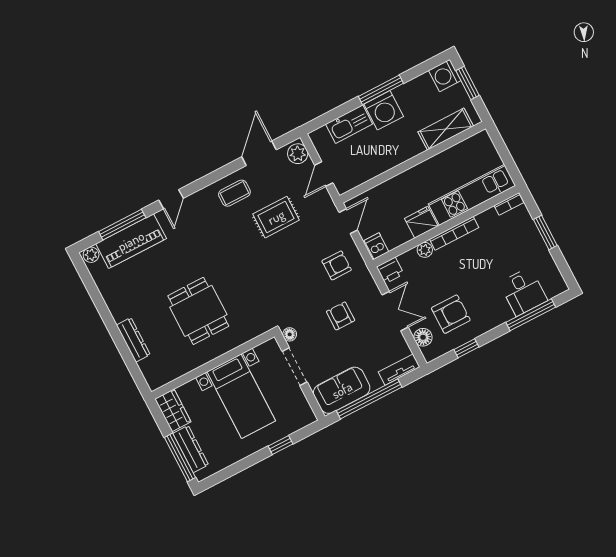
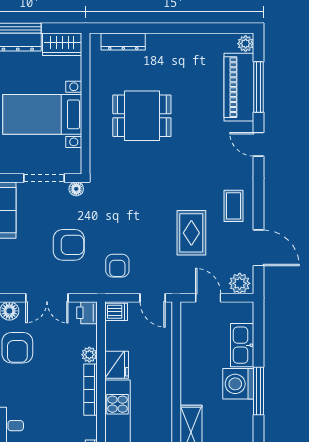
armchair: (341, 316) -> (69, 245), width x1.38, depth x1.38
dresser: (133, 340) -> (123, 42), moved

